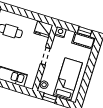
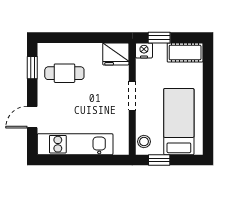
window: (85, 32) -> (159, 38), moved

